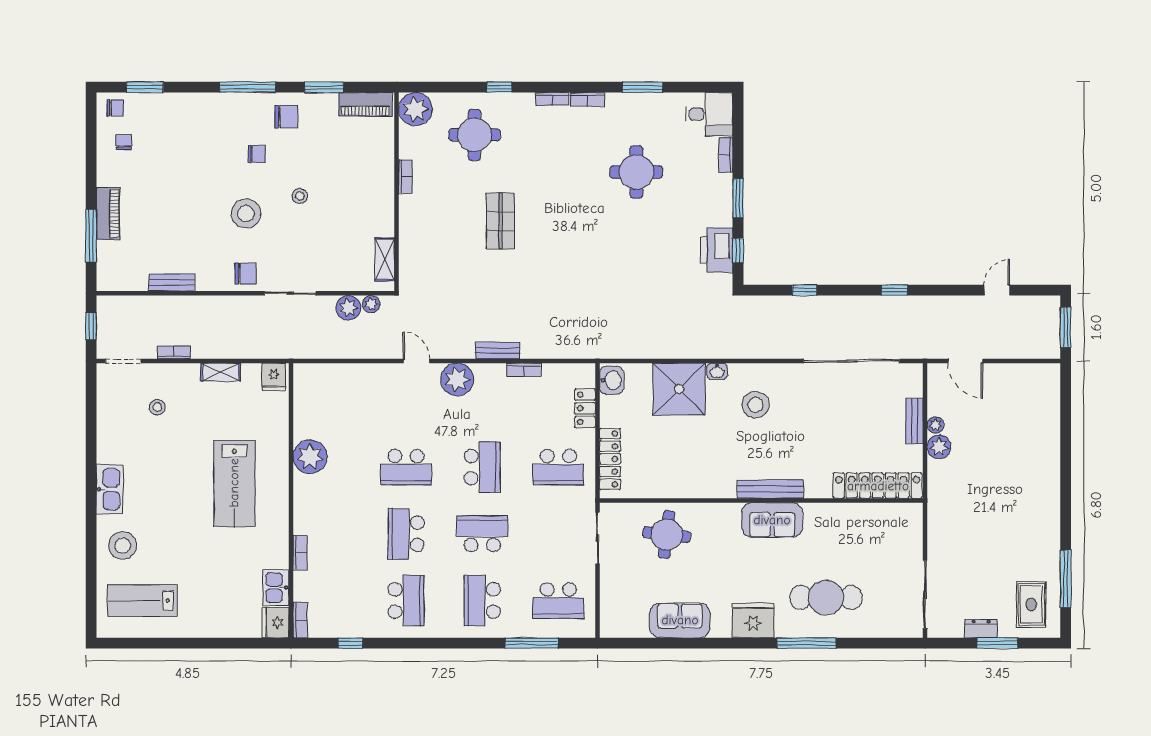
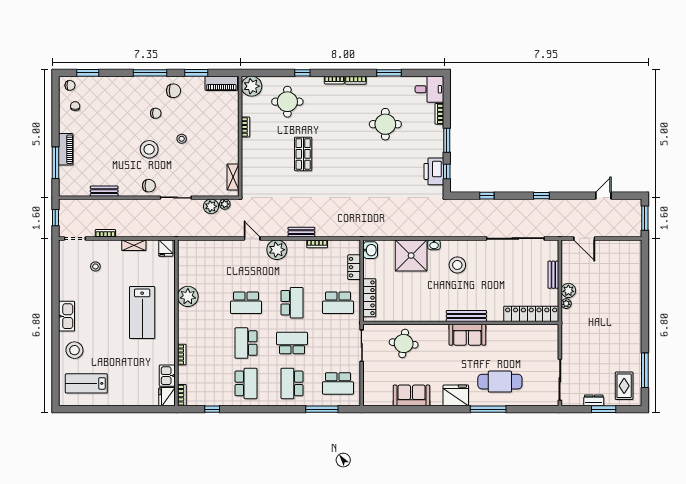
plant: (935, 425) -> (566, 304), moved

